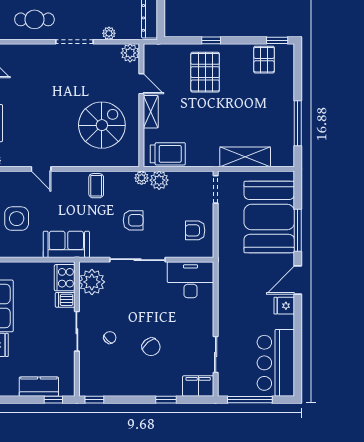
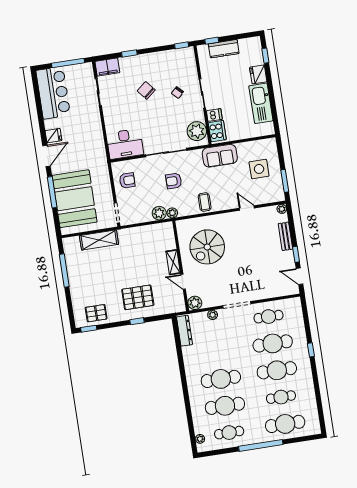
pallet: (264, 60) -> (96, 313), turned 90
pallet: (205, 72) -> (138, 297), turned 90
trolley: (168, 154) -> (156, 233), removed

